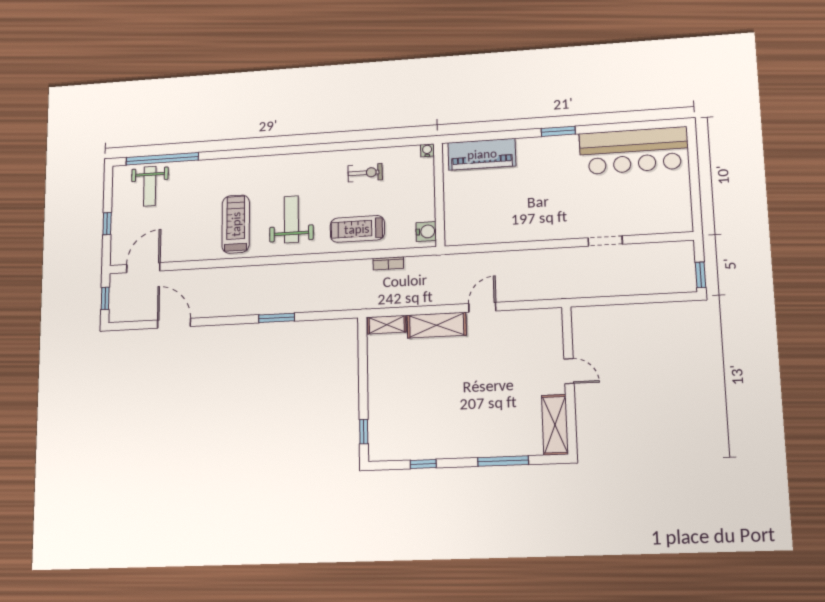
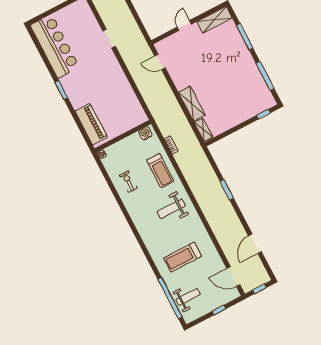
treadmill: (236, 224) -> (183, 257), moved
door: (482, 307) -> (160, 62), moved
window: (423, 464) -> (265, 76), width x2.17

